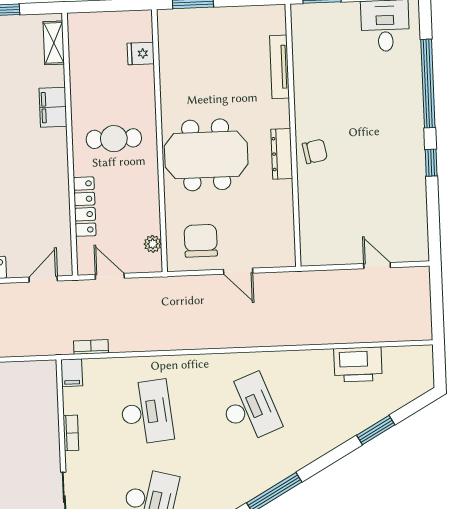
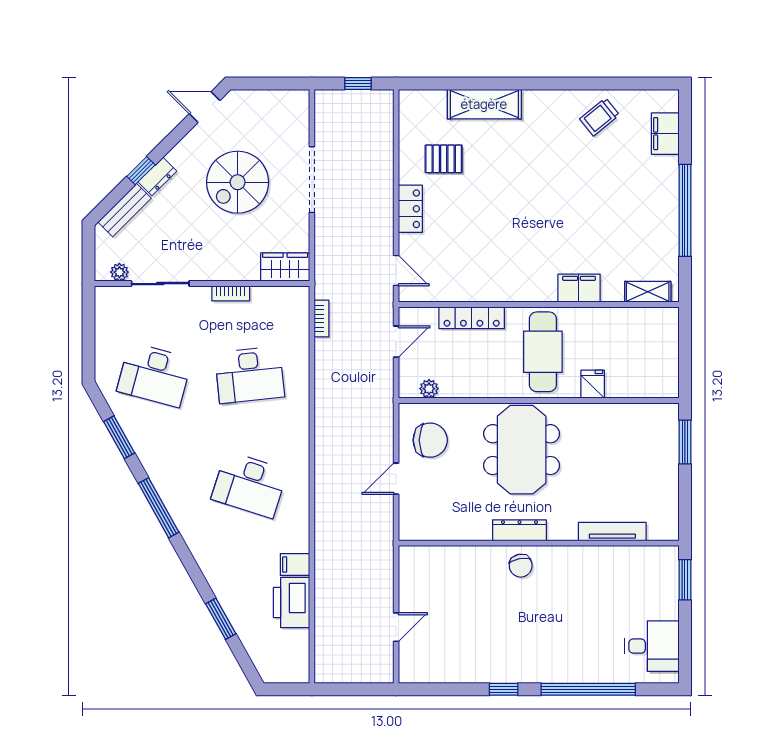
fridge: (141, 53) -> (593, 384), moved
cafe table: (114, 139) -> (543, 352), width x1.37, depth x1.35
filing cabinet: (72, 373) -> (295, 565), moved
wardrobe: (44, 383) -> (285, 267), added
desk: (249, 408) -> (250, 485), turned 39

